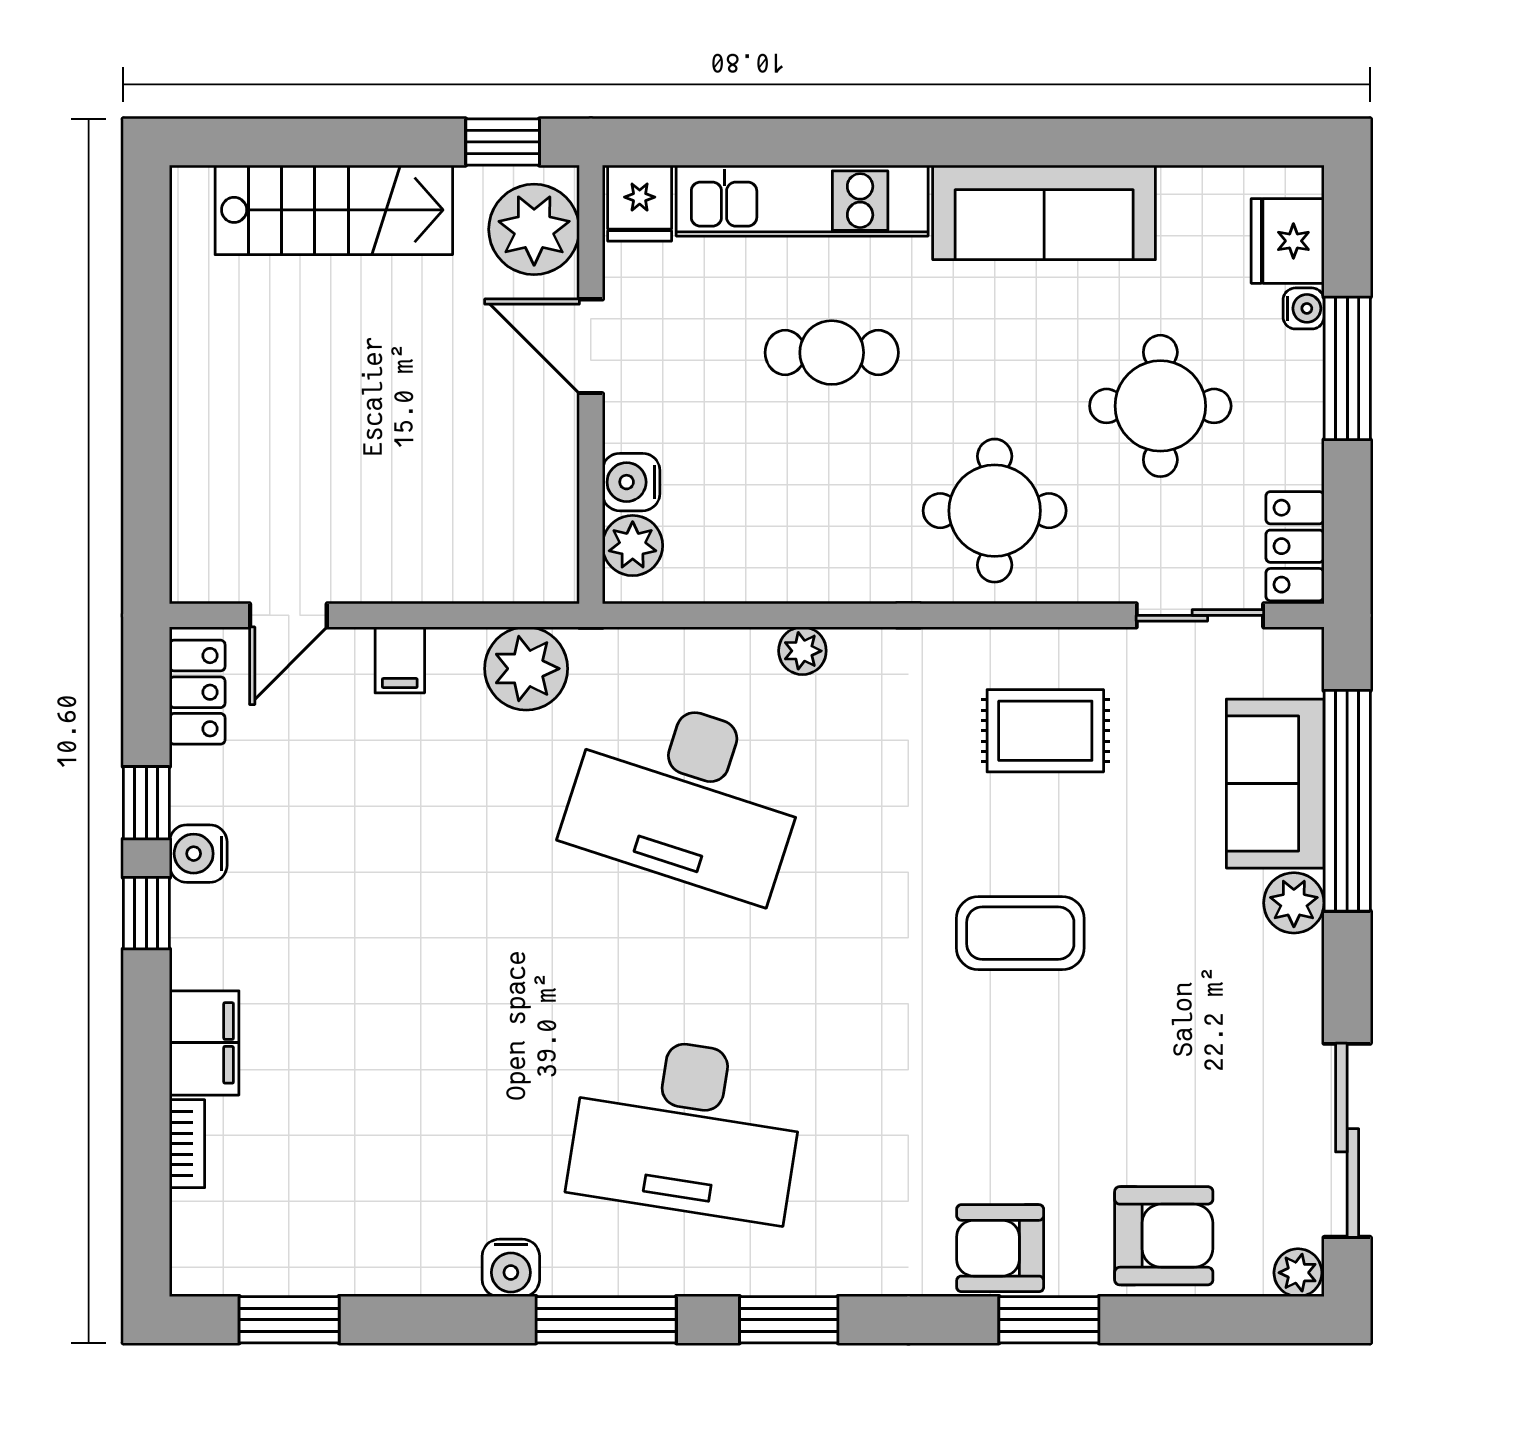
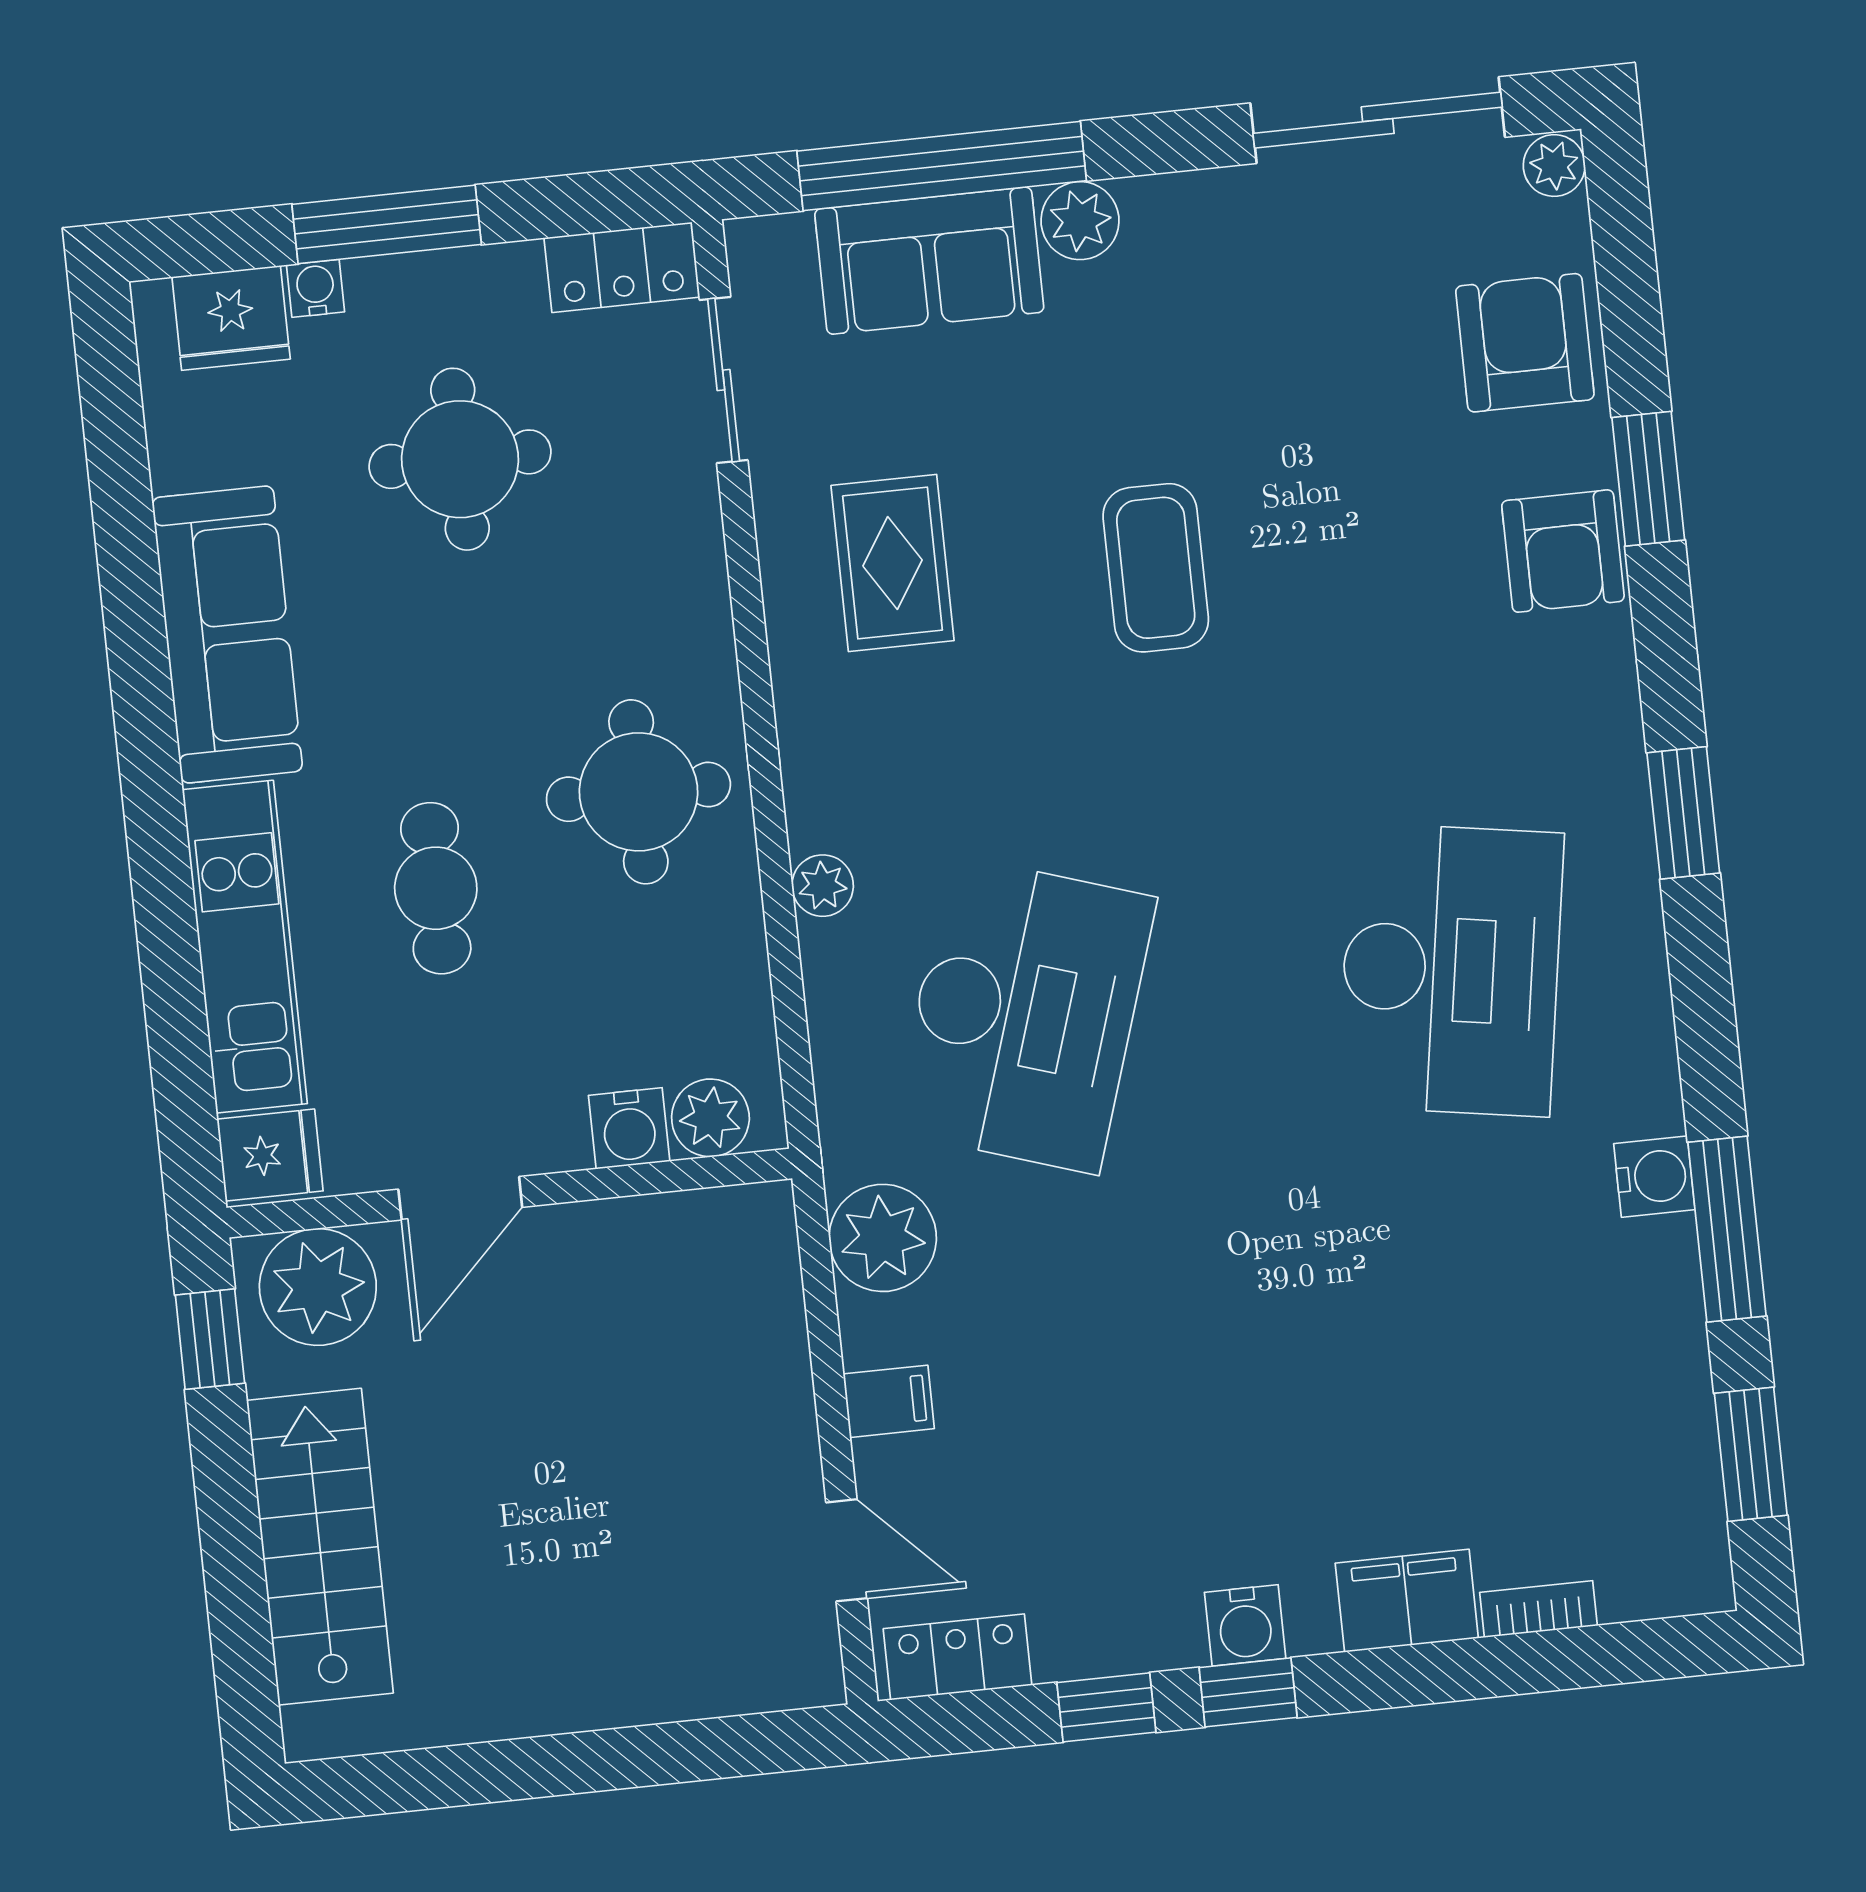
round table: (995, 511) -> (638, 792), moved
water cooler: (198, 854) -> (1245, 1625), moved
window: (606, 1320) -> (1727, 1229), moved

